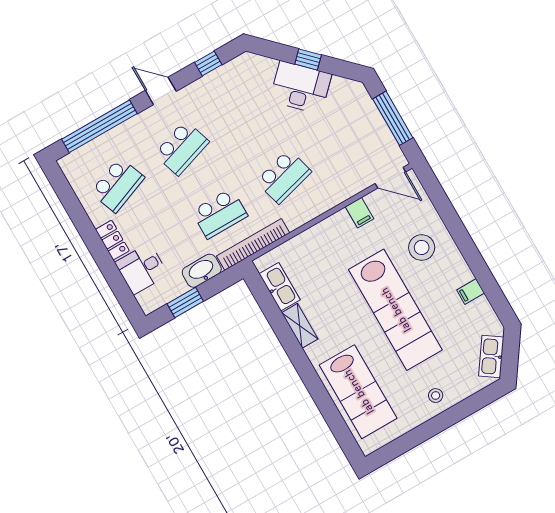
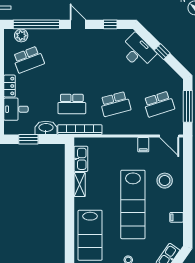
desk: (301, 87) -> (138, 51), moved
school desk: (182, 148) -> (159, 104), moved
plant: (86, 156) -> (21, 36), added

